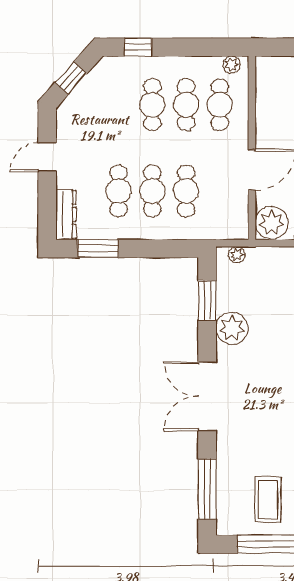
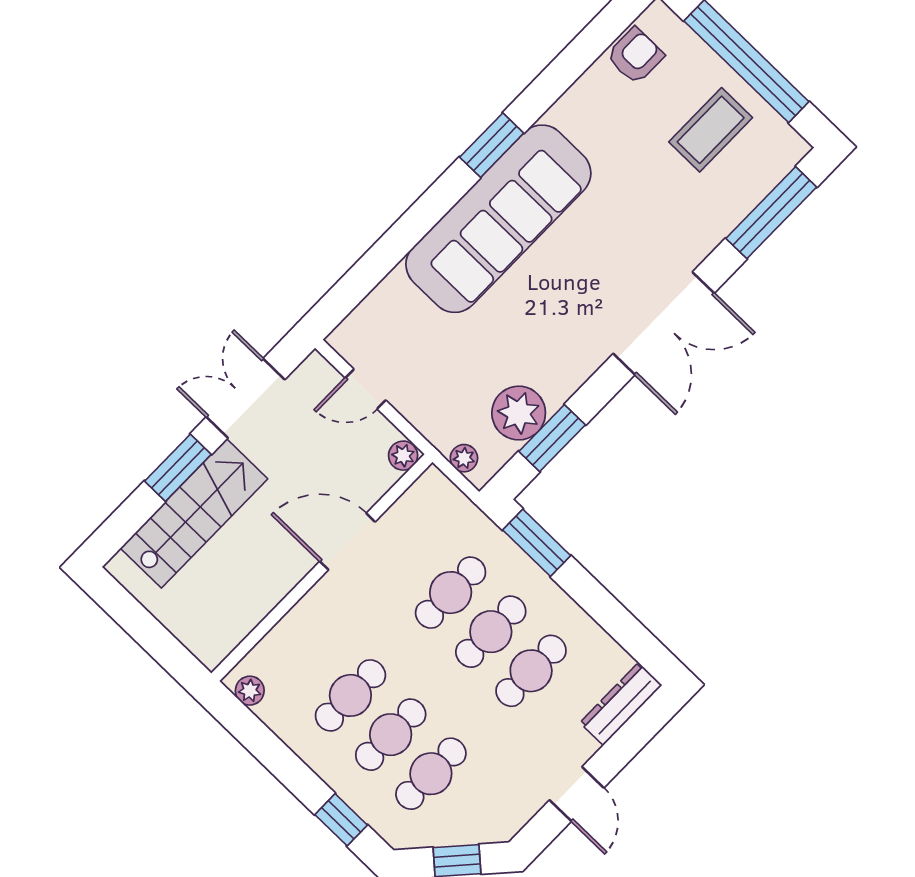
cafe table: (220, 105) -> (431, 774), moved
door: (47, 157) -> (577, 794), hinge flipped
plant: (272, 223) -> (403, 456), width x0.53, depth x0.53
window: (98, 249) -> (537, 543), moved
plant: (232, 328) -> (519, 413), moved

